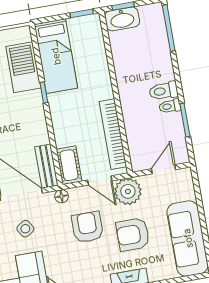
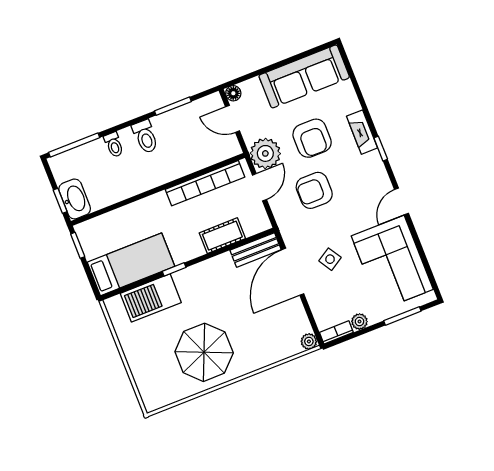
toilet: (170, 106) -> (114, 145), moved
cot: (69, 165) -> (222, 236), moved
floor lamp: (62, 196) -> (233, 93), moved

